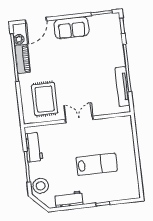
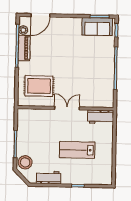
sofa: (71, 28) -> (97, 26), moved
tv unit: (122, 87) -> (109, 84), removed
rug: (45, 99) -> (39, 86), turned 90
workbench: (34, 147) -> (100, 117), moved, turned 90
lab bench: (97, 164) -> (77, 150), turned 180

